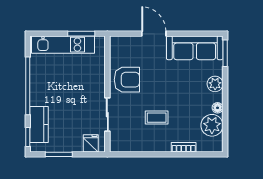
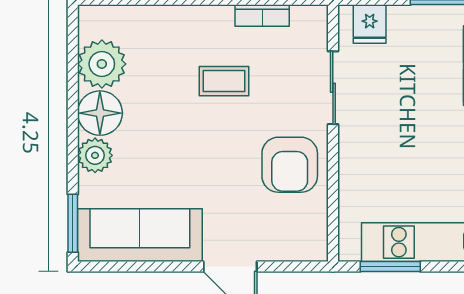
armchair: (127, 80) -> (290, 165), turned -90
floor lamp: (218, 108) -> (100, 113), width x1.89, depth x1.89
bookcase: (184, 147) -> (262, 16), moved

